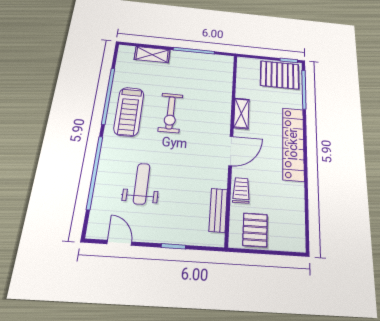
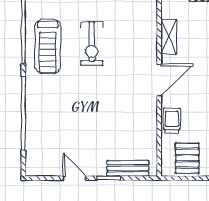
weight bench: (142, 184) -> (71, 121), removed
bench: (218, 210) -> (128, 168), moved, turned 90
door: (119, 243) -> (74, 178), moved

